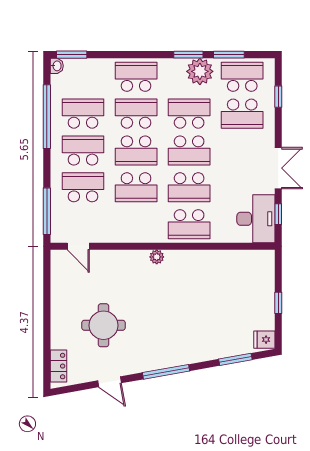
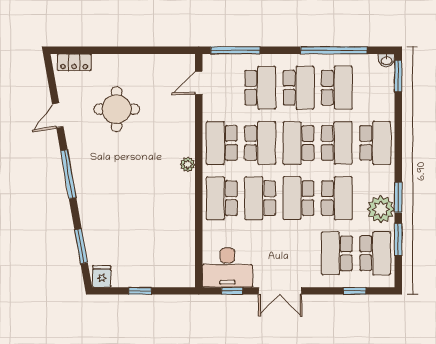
school desk: (136, 187) -> (260, 143), turned 180
school desk: (136, 224) -> (222, 143), added

